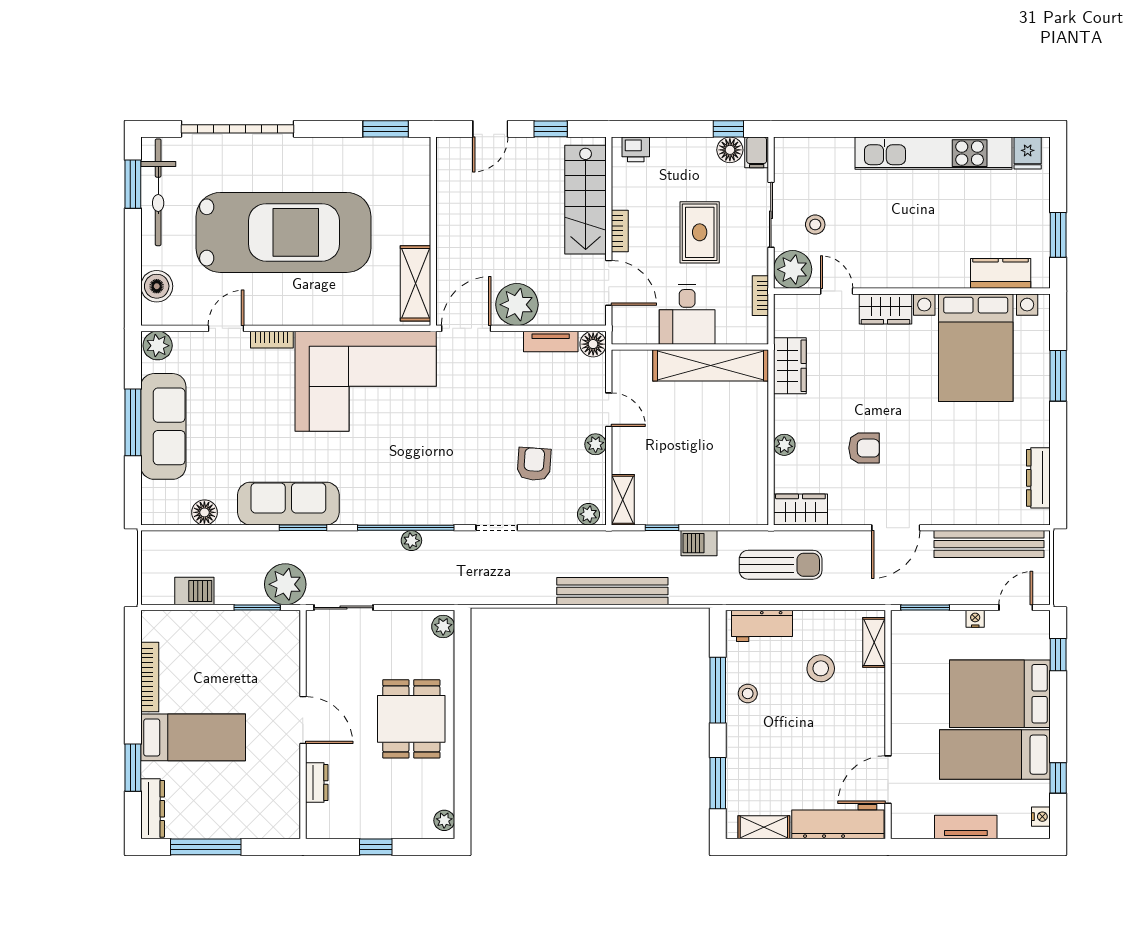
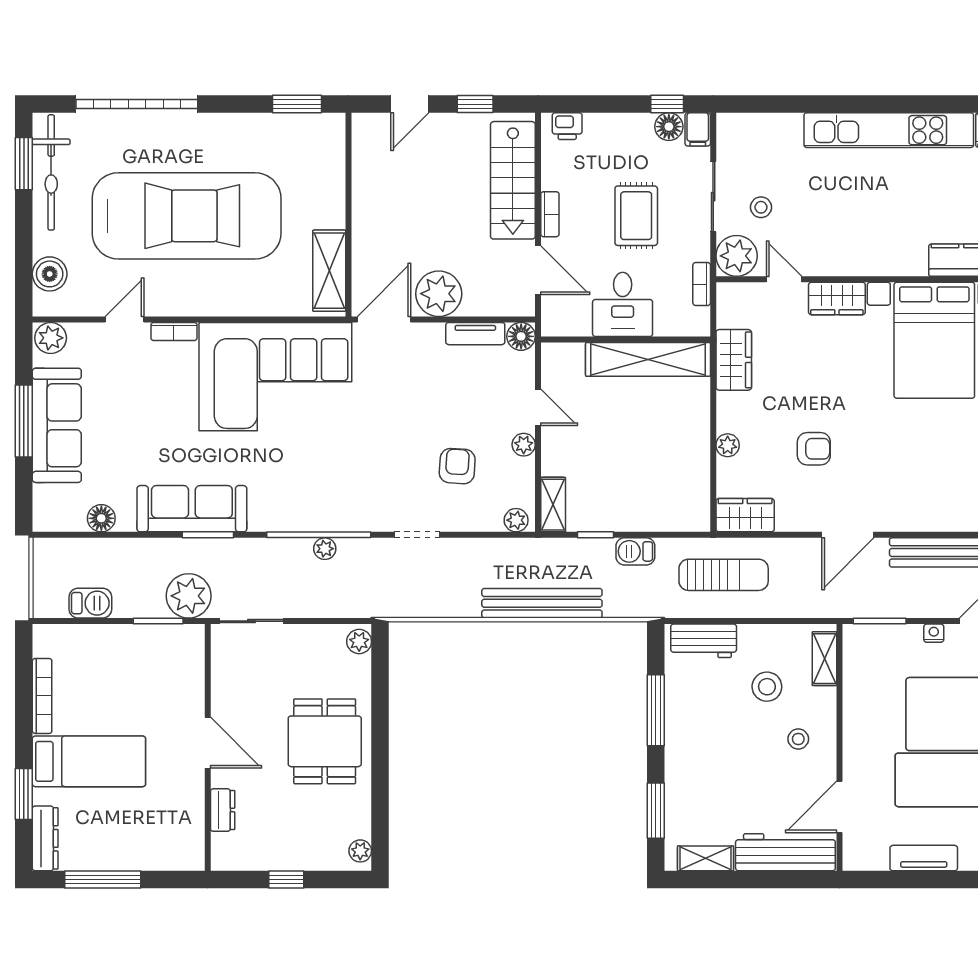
stool: (748, 693) -> (798, 739), moved

